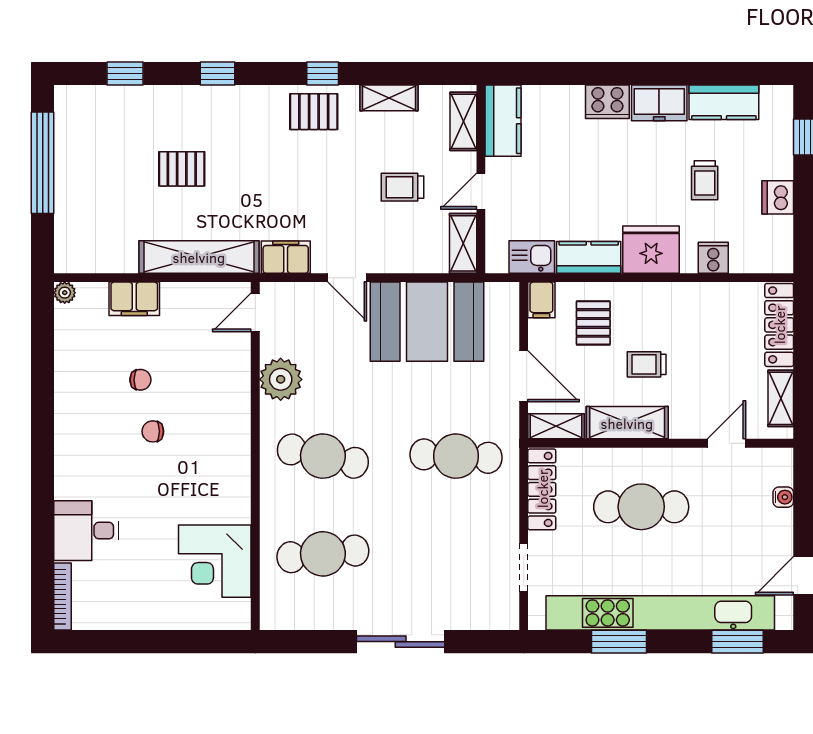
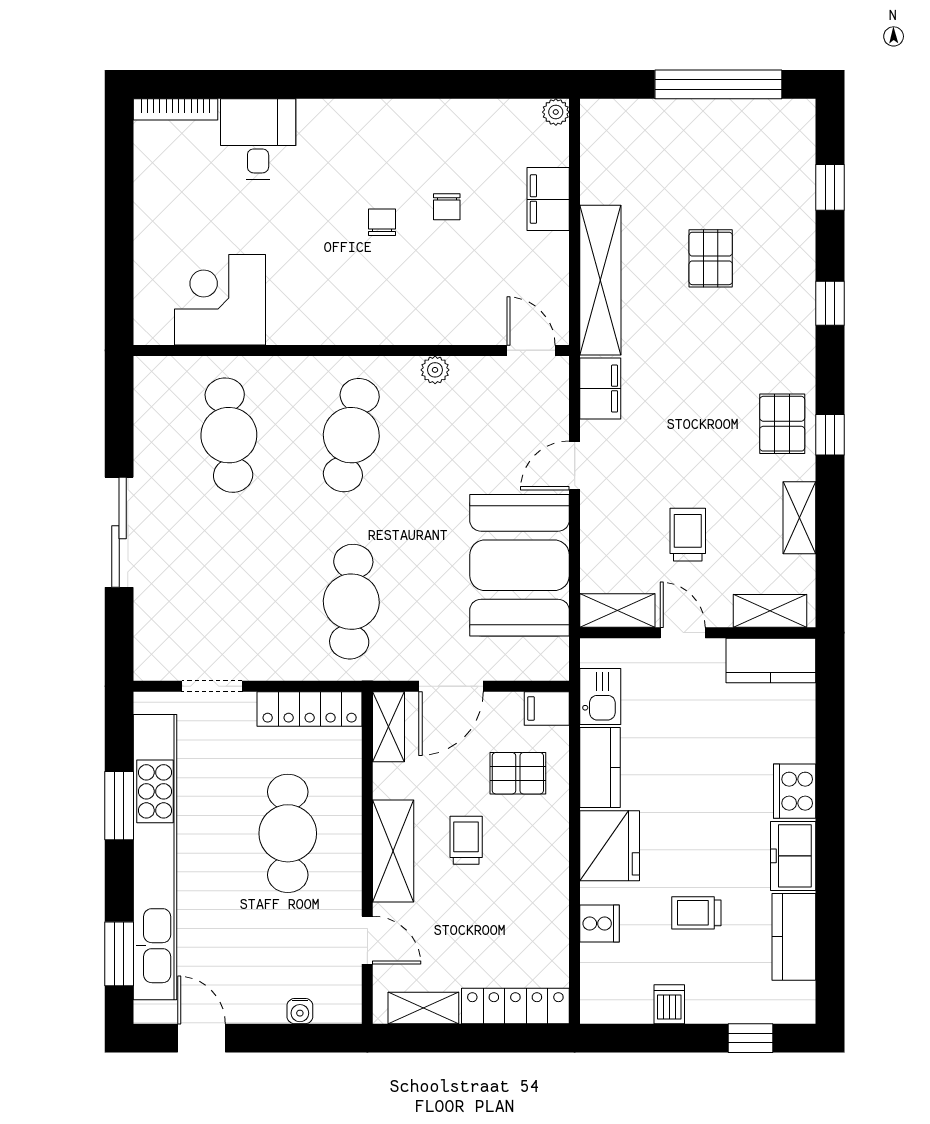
dishwasher: (778, 197) -> (669, 1004), width x0.73
plant: (281, 379) -> (435, 370), width x0.53, depth x0.53
shelving: (627, 423) -> (393, 851), moved

